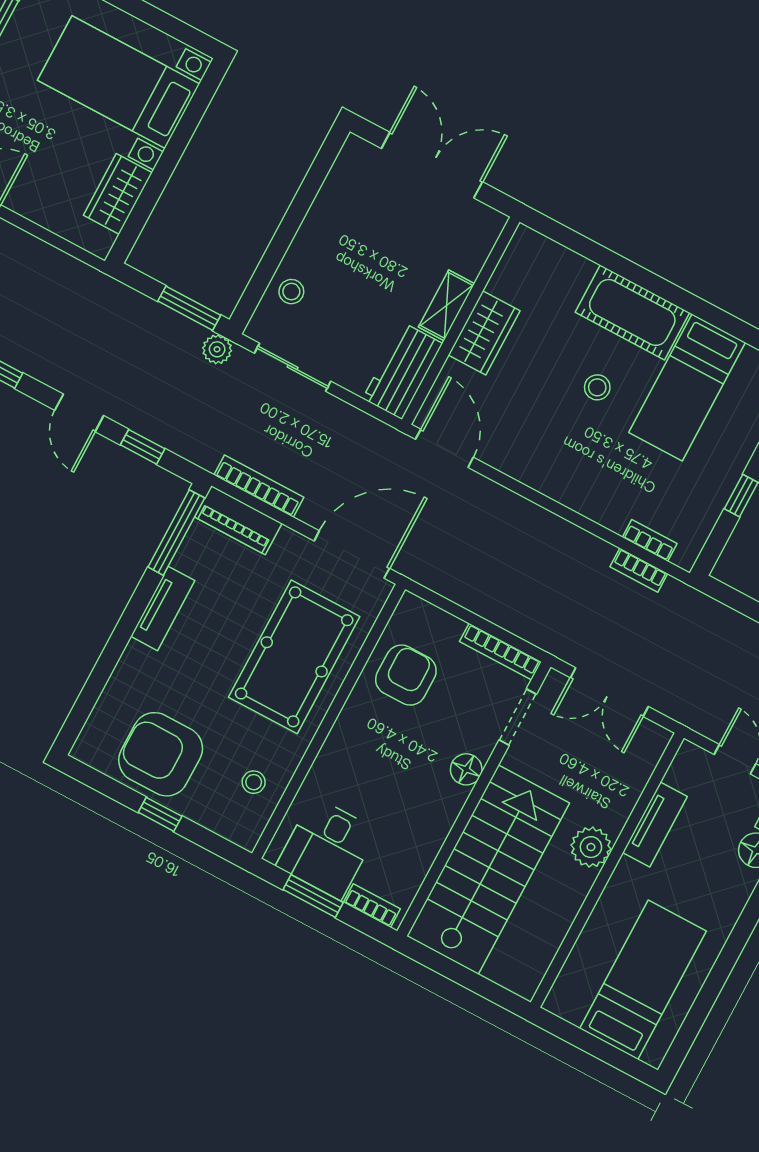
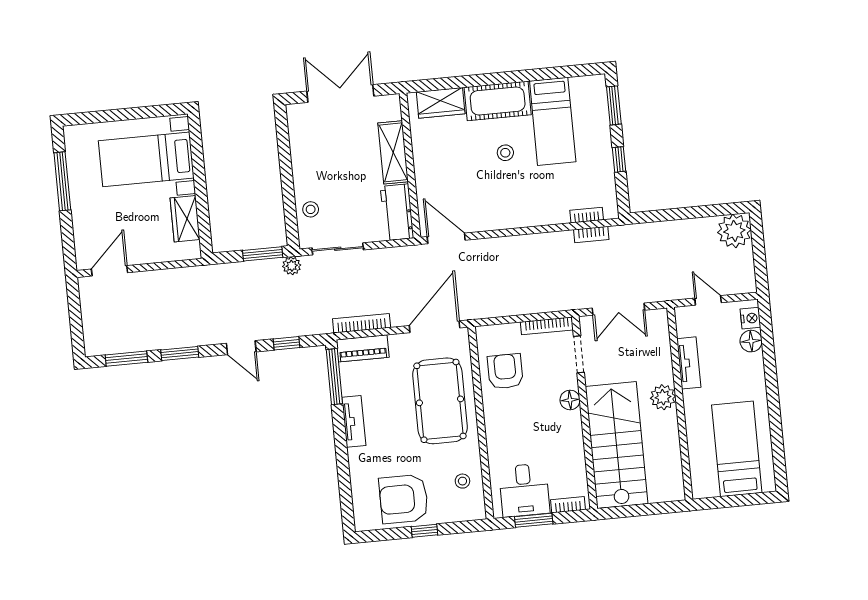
shelving: (447, 305) -> (393, 152), width x1.50, depth x1.33
wardrobe: (484, 333) -> (441, 103), moved, turned 90

